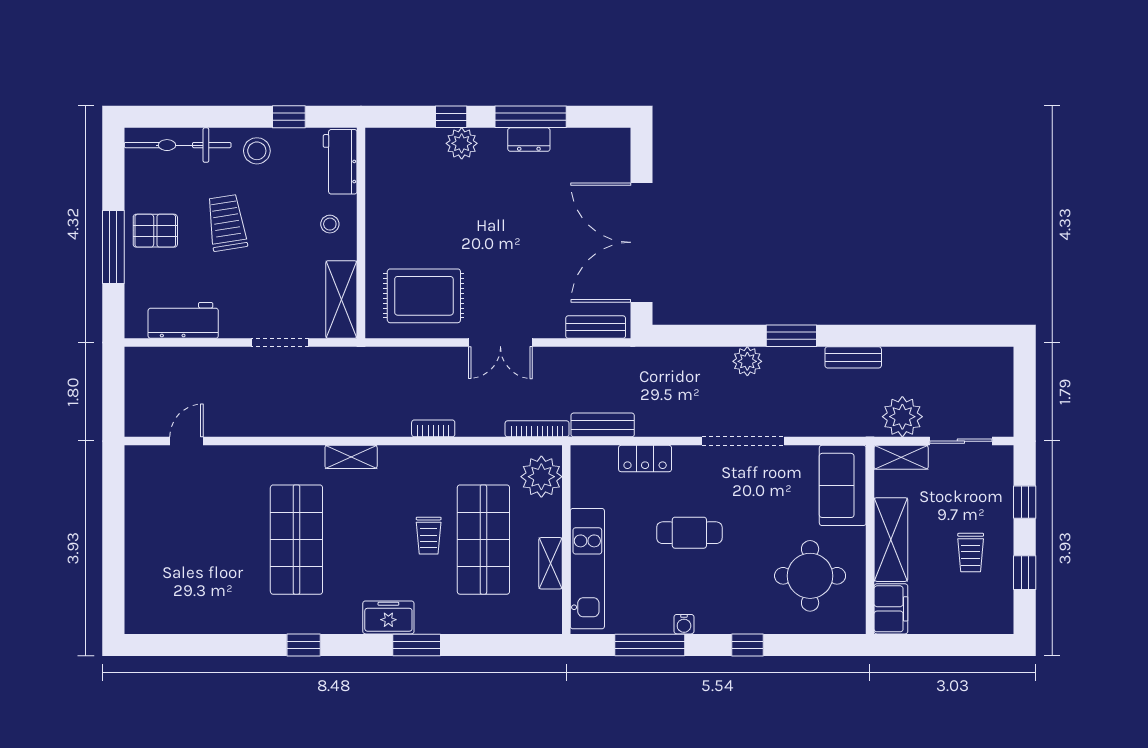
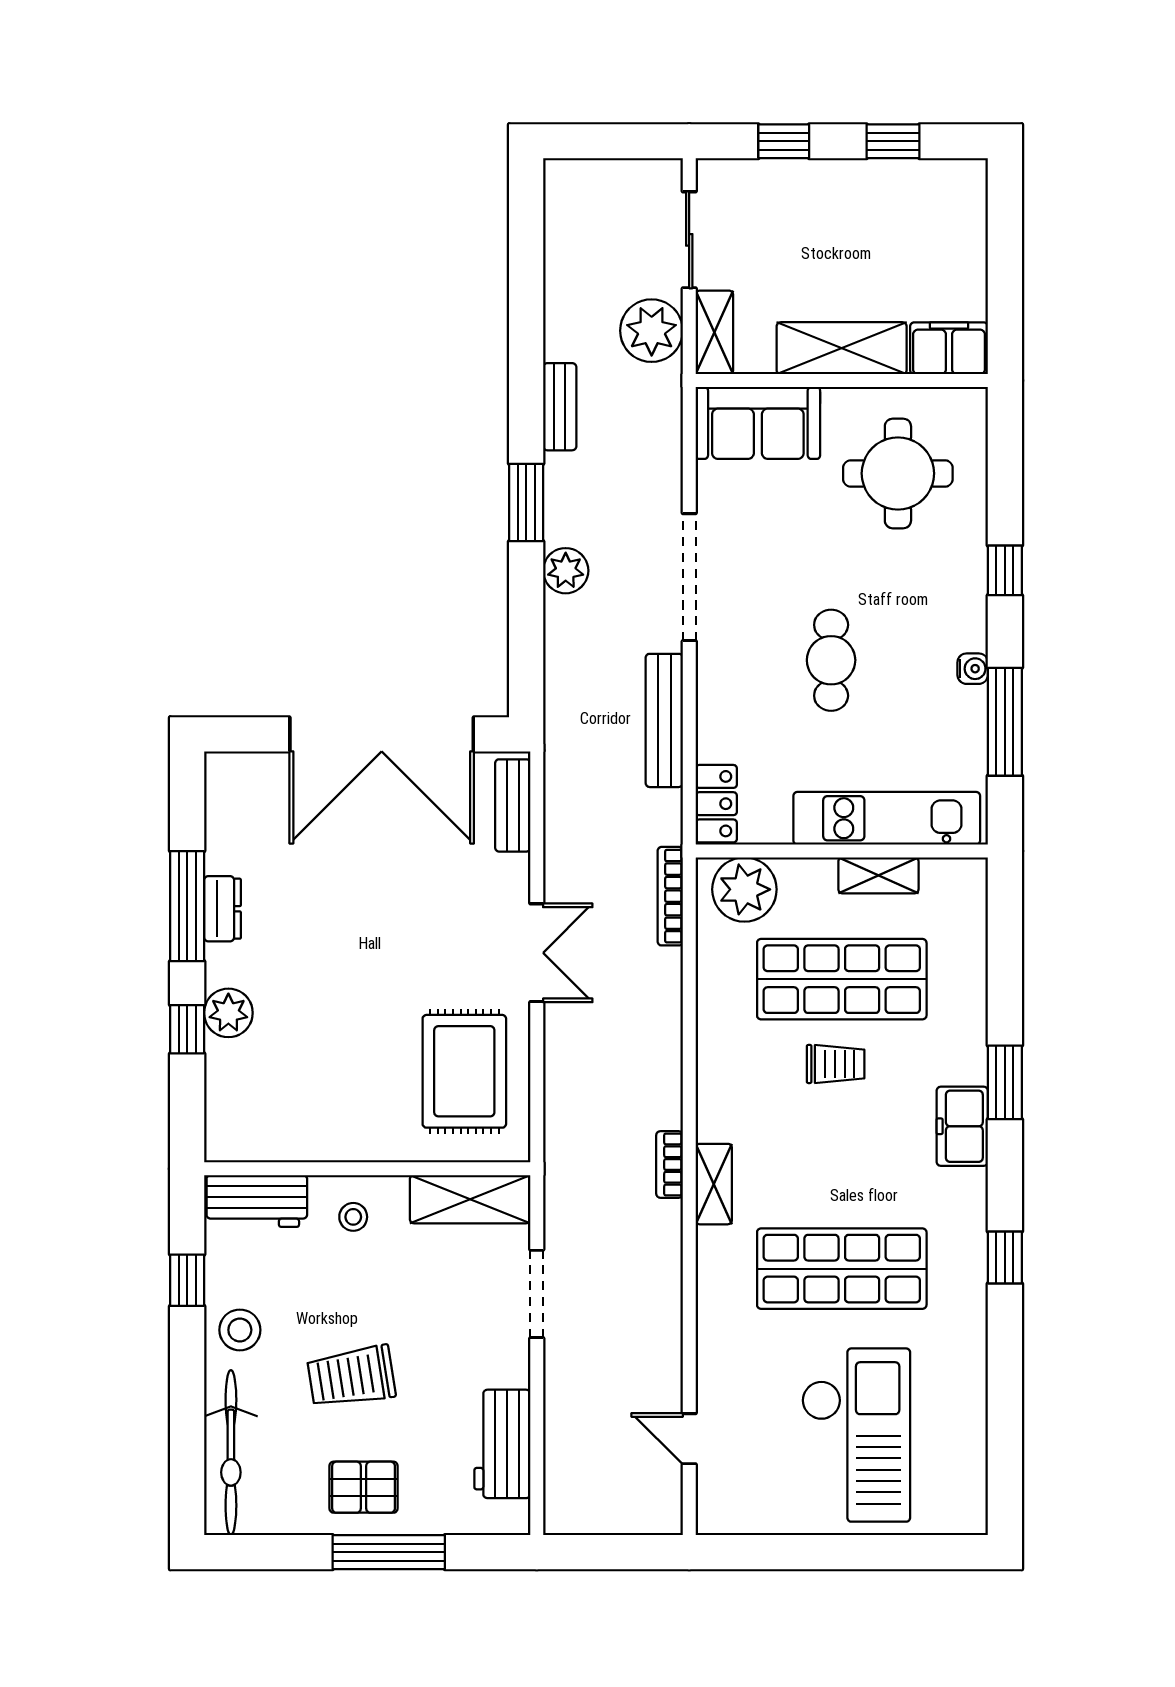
pallet: (155, 231) -> (364, 1487), turned 90
bench: (603, 425) -> (664, 720), moved, width x1.36
bookcase: (433, 428) -> (670, 1164), moved
locker: (645, 459) -> (716, 804), moved
checkout: (189, 549) -> (856, 1435), added
trolley: (971, 553) -> (862, 225), removed

